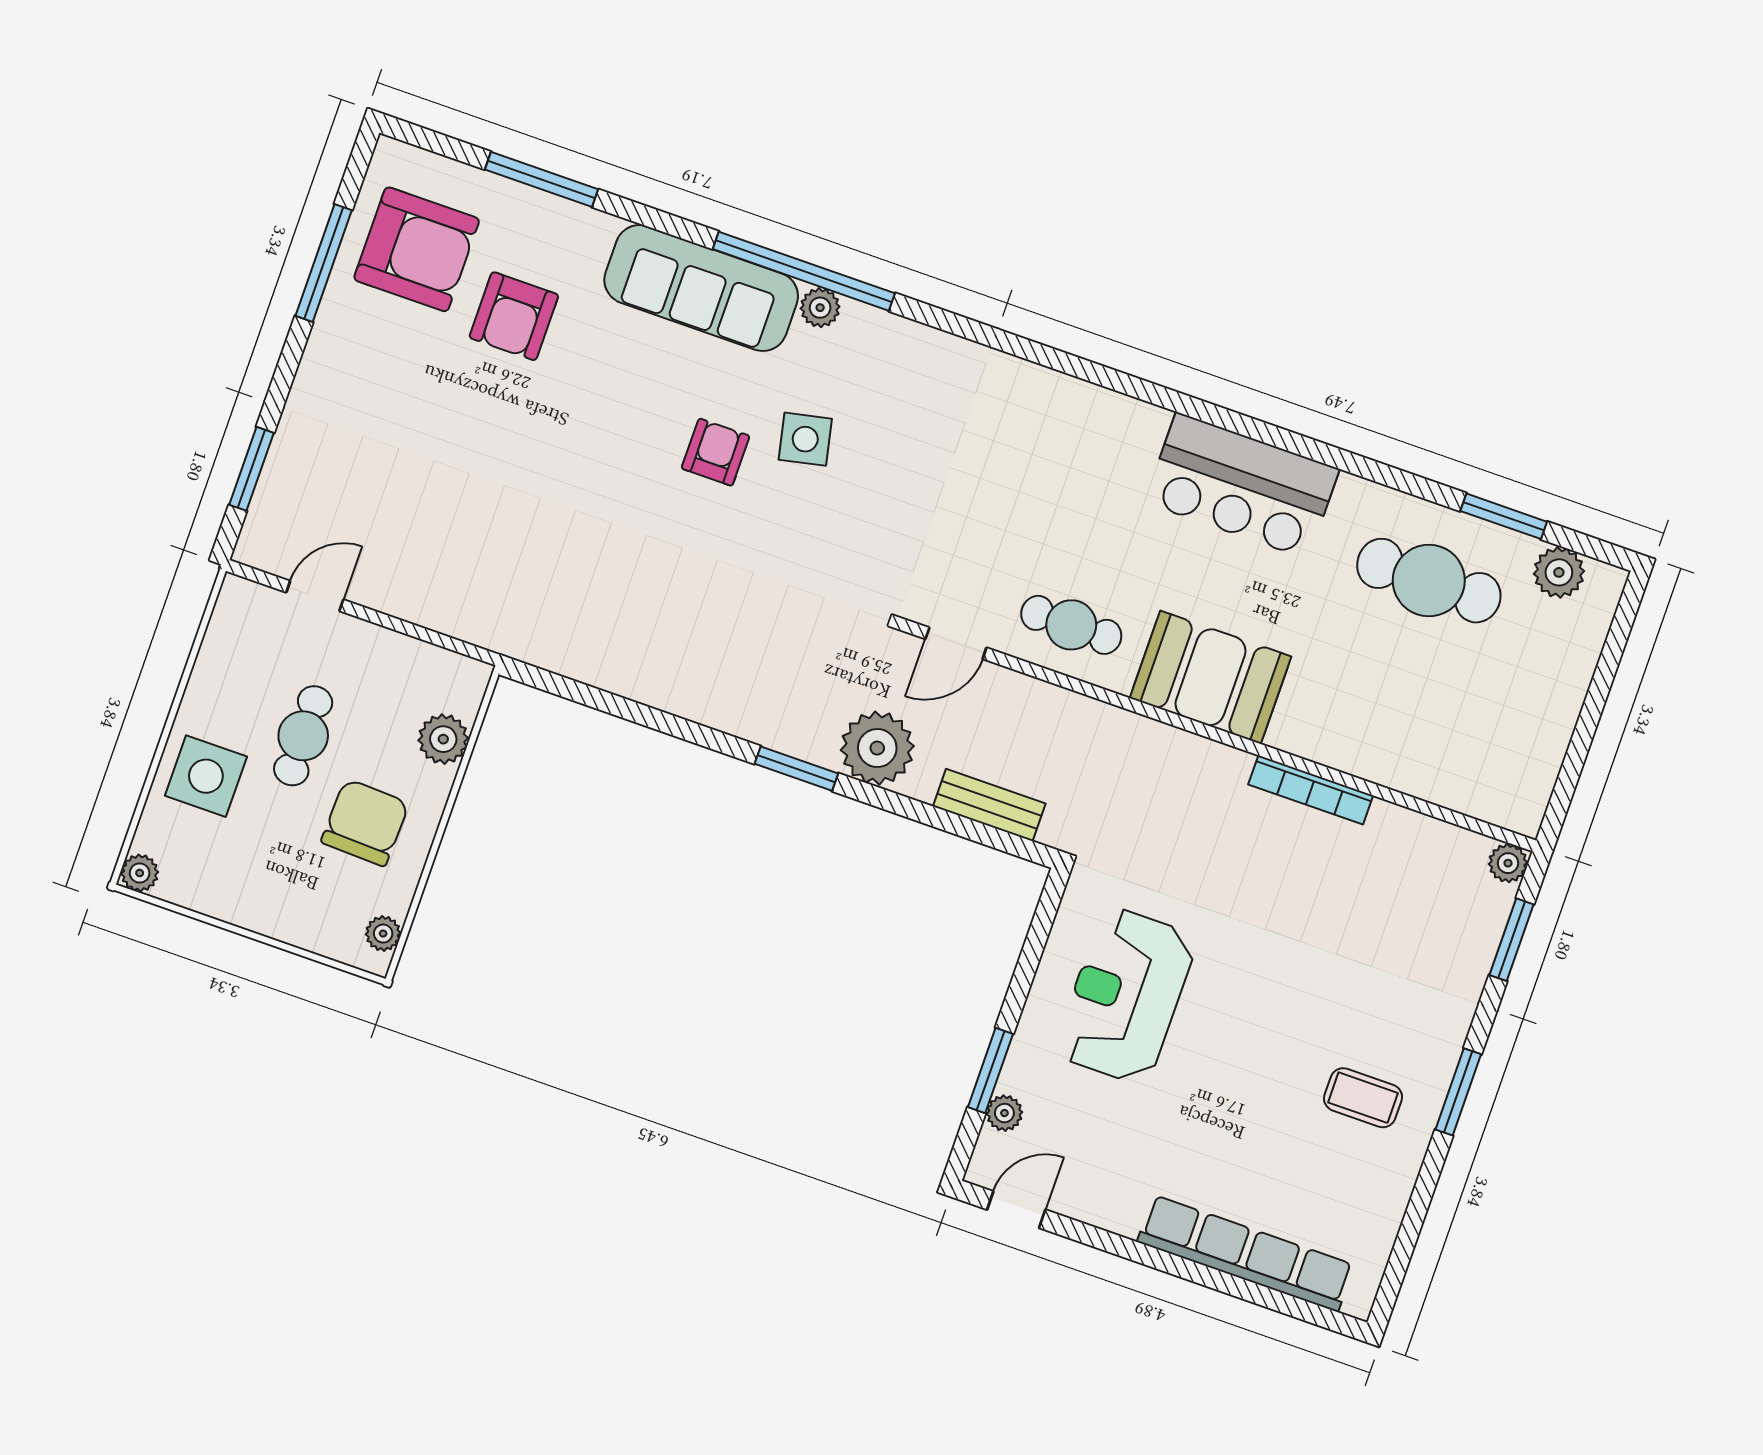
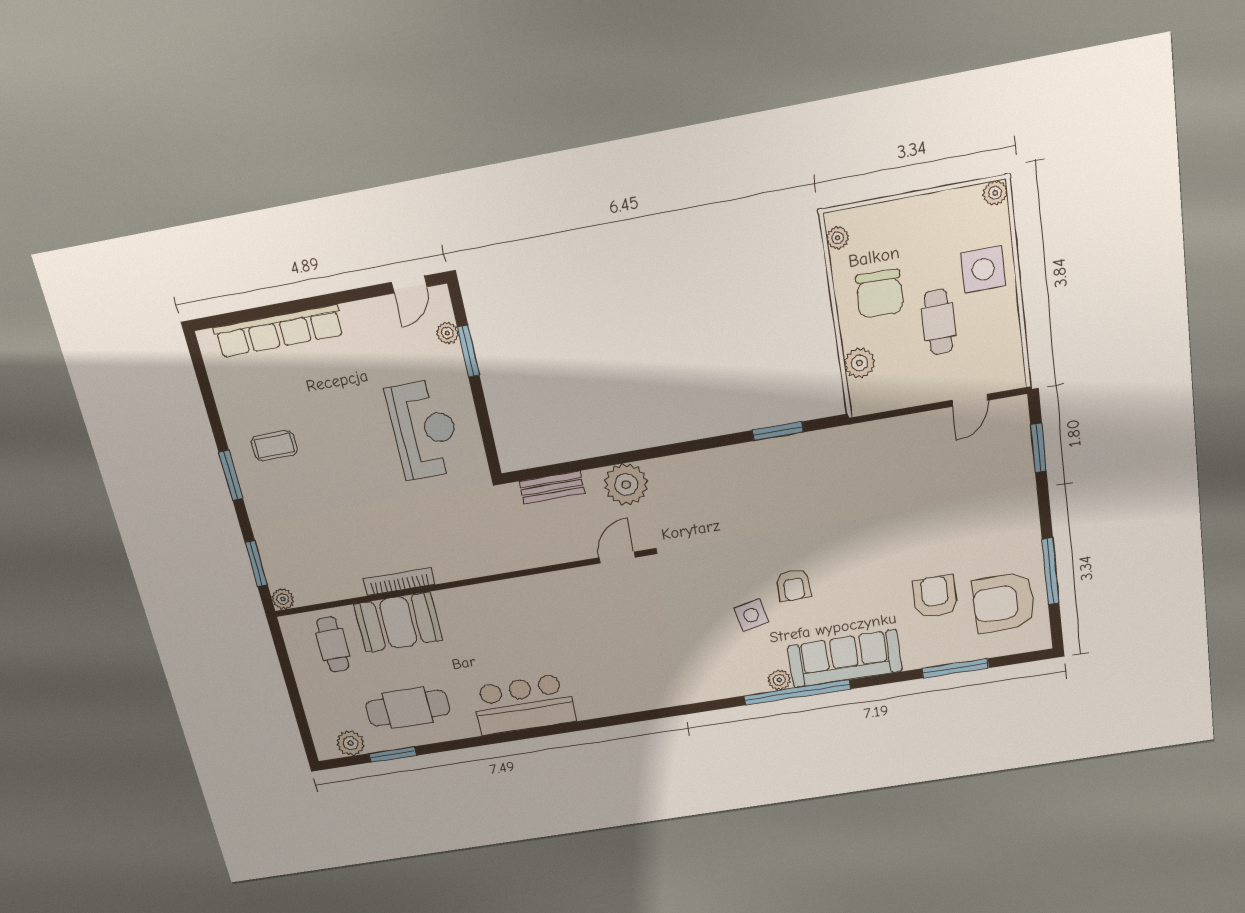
cafe table: (1071, 625) -> (333, 645), moved, turned 90
booth: (1211, 677) -> (398, 622), moved
window: (796, 769) -> (778, 431), moved

